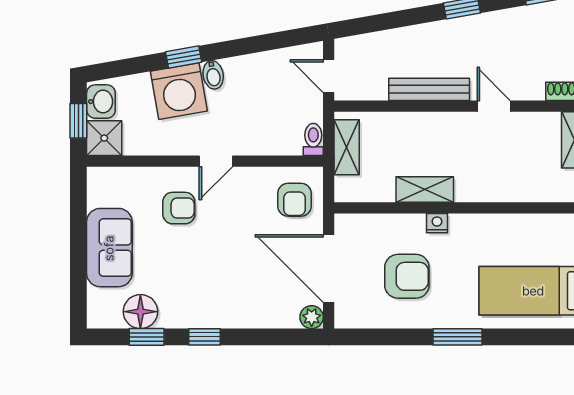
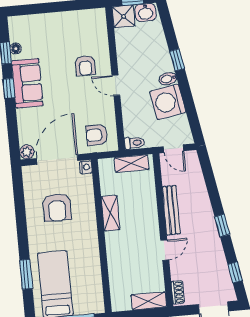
door: (329, 76) -> (174, 149), swing flipped
washing machine: (179, 91) -> (168, 102), moved
nightstand: (437, 223) -> (86, 167), moved
sofa: (109, 248) -> (27, 83), moved, turned -90
floor lamp: (140, 312) -> (16, 49), width x0.53, depth x0.53
window: (458, 337) -> (26, 274), moved

